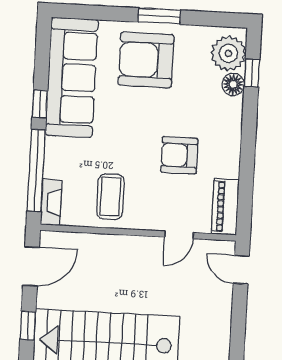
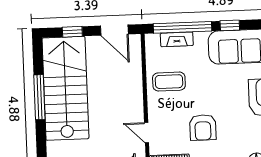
armchair: (179, 155) -> (203, 127), turned 180
fireplace: (51, 202) -> (177, 39), moved

